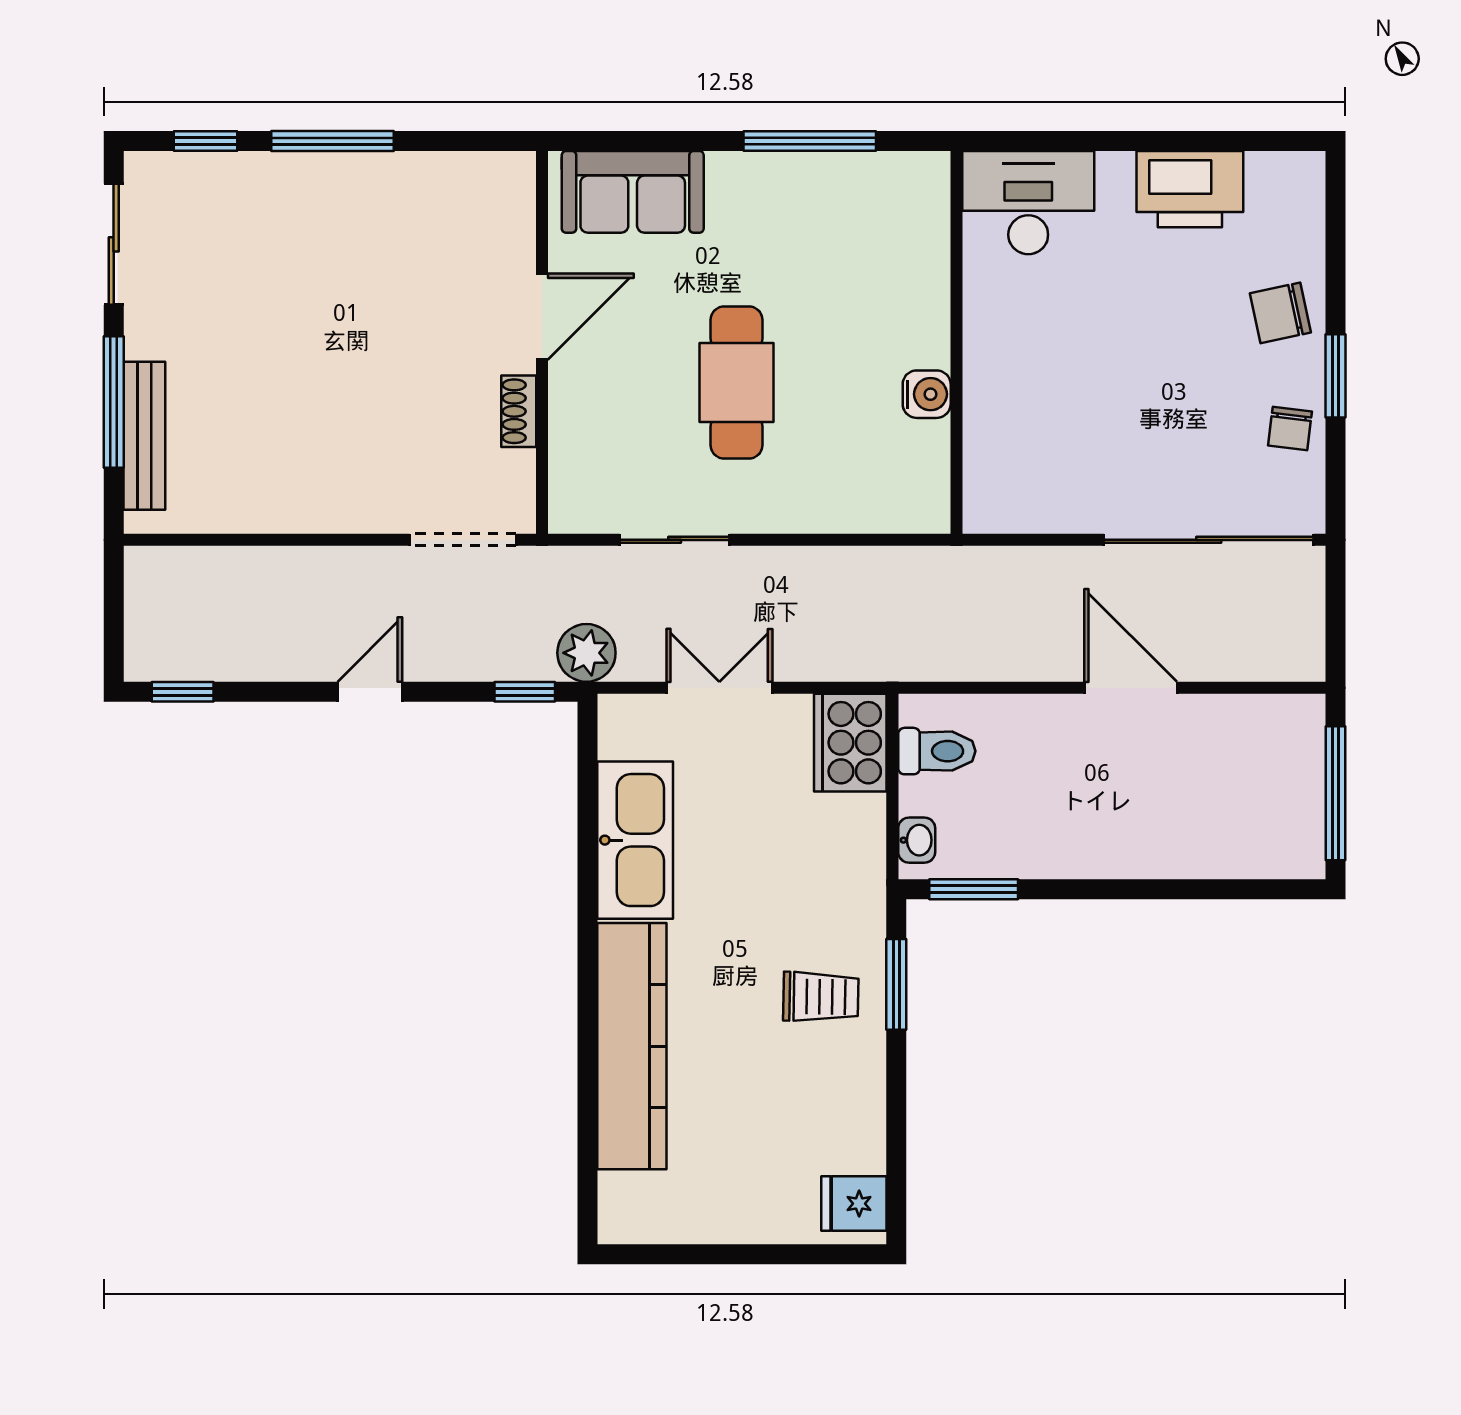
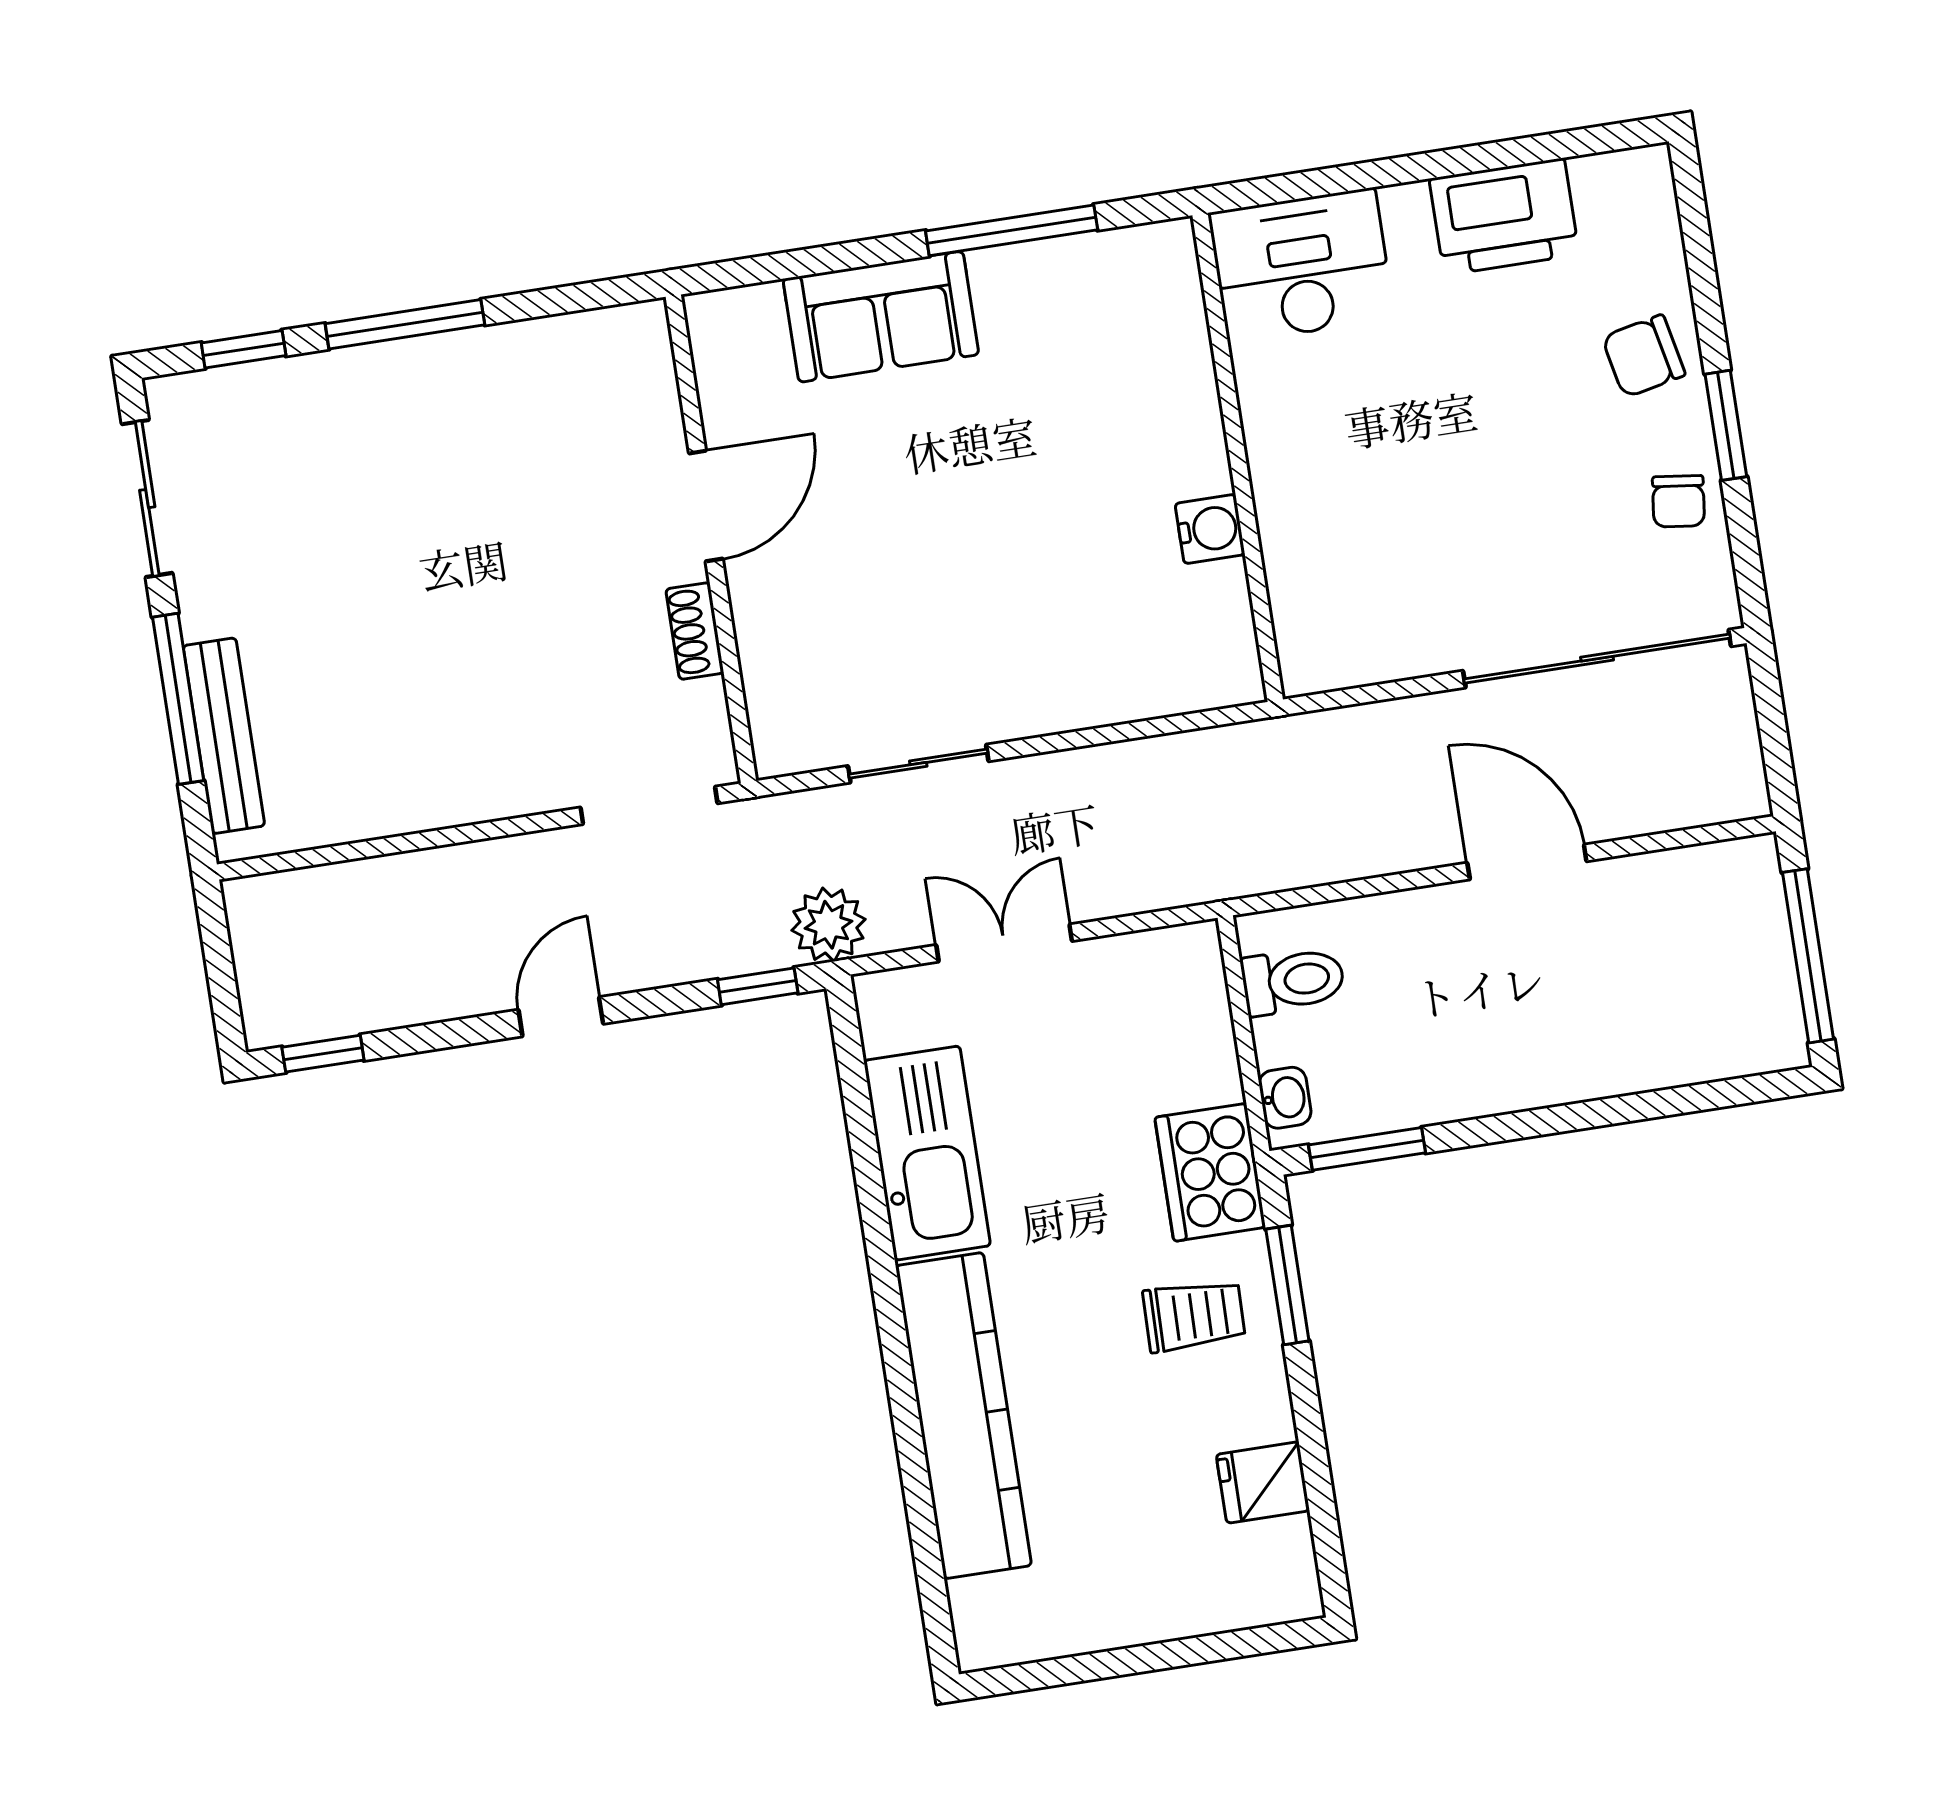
sofa: (633, 192) -> (881, 317), moved
cafe table: (737, 382) -> (966, 552), removed
cooker: (850, 743) -> (1210, 1172), moved
fridge: (854, 1204) -> (1263, 1483), moved

